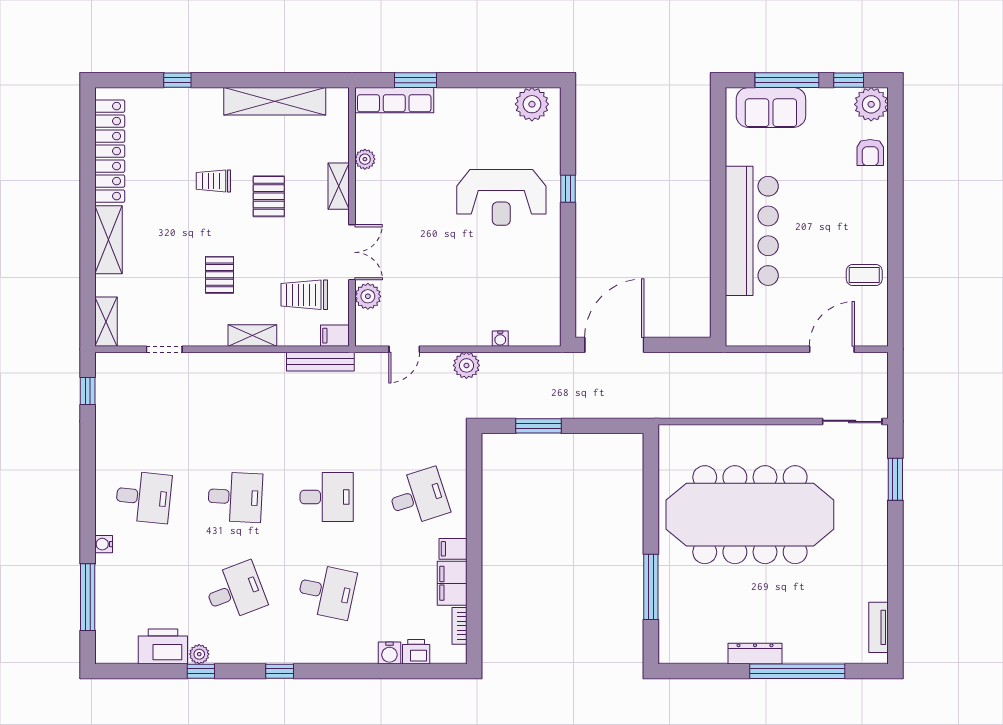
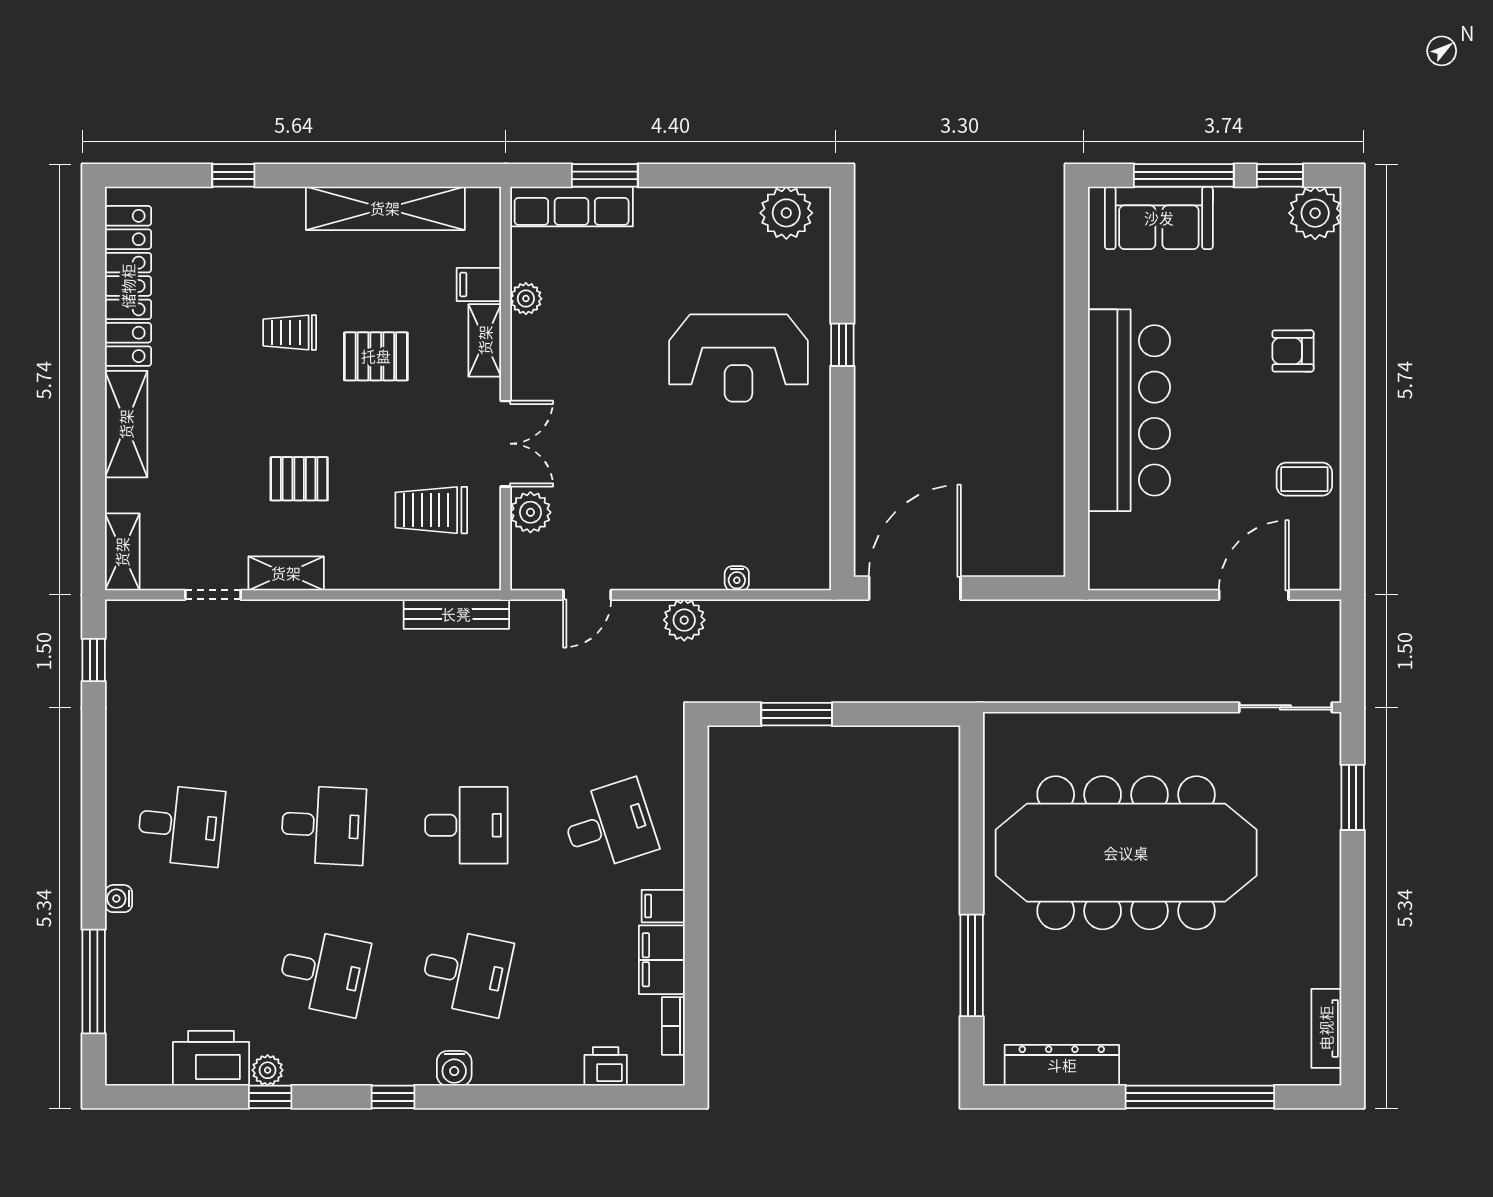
armchair: (870, 152) -> (1293, 351), moved, turned 90
pallet: (269, 196) -> (376, 356), turned 90
pallet: (219, 275) -> (299, 479), turned 90
shelving: (252, 335) -> (286, 573), moved
filing cabinet: (335, 336) -> (479, 284), moved
desk: (235, 591) -> (324, 972), turned 33
water cooler: (389, 653) -> (454, 1068), moved
dresser: (755, 654) -> (1062, 1065), moved, width x1.37, depth x1.24

